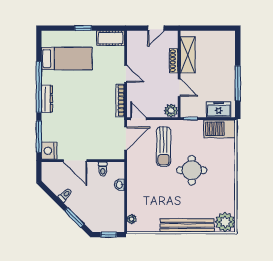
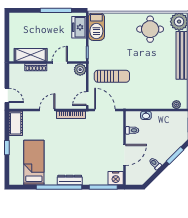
door: (156, 28) -> (7, 95), moved
round table: (192, 170) -> (150, 29), moved

